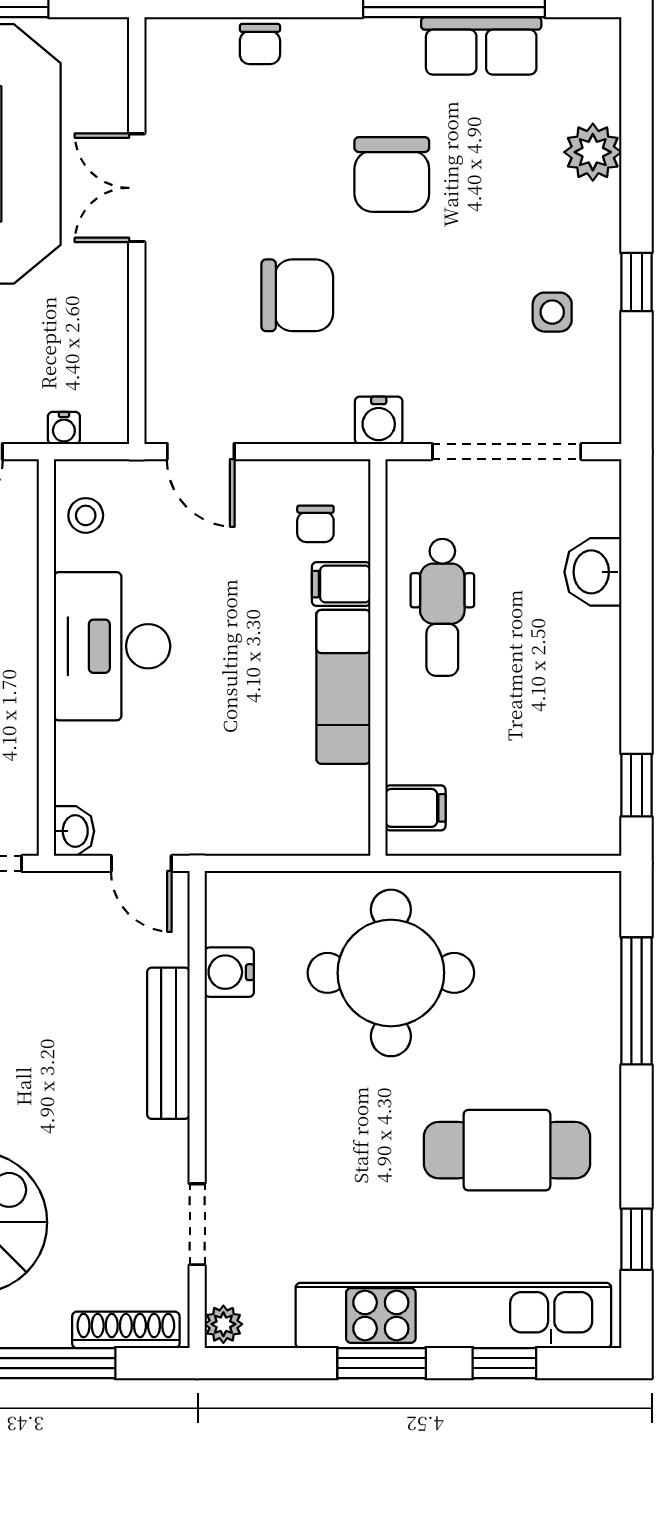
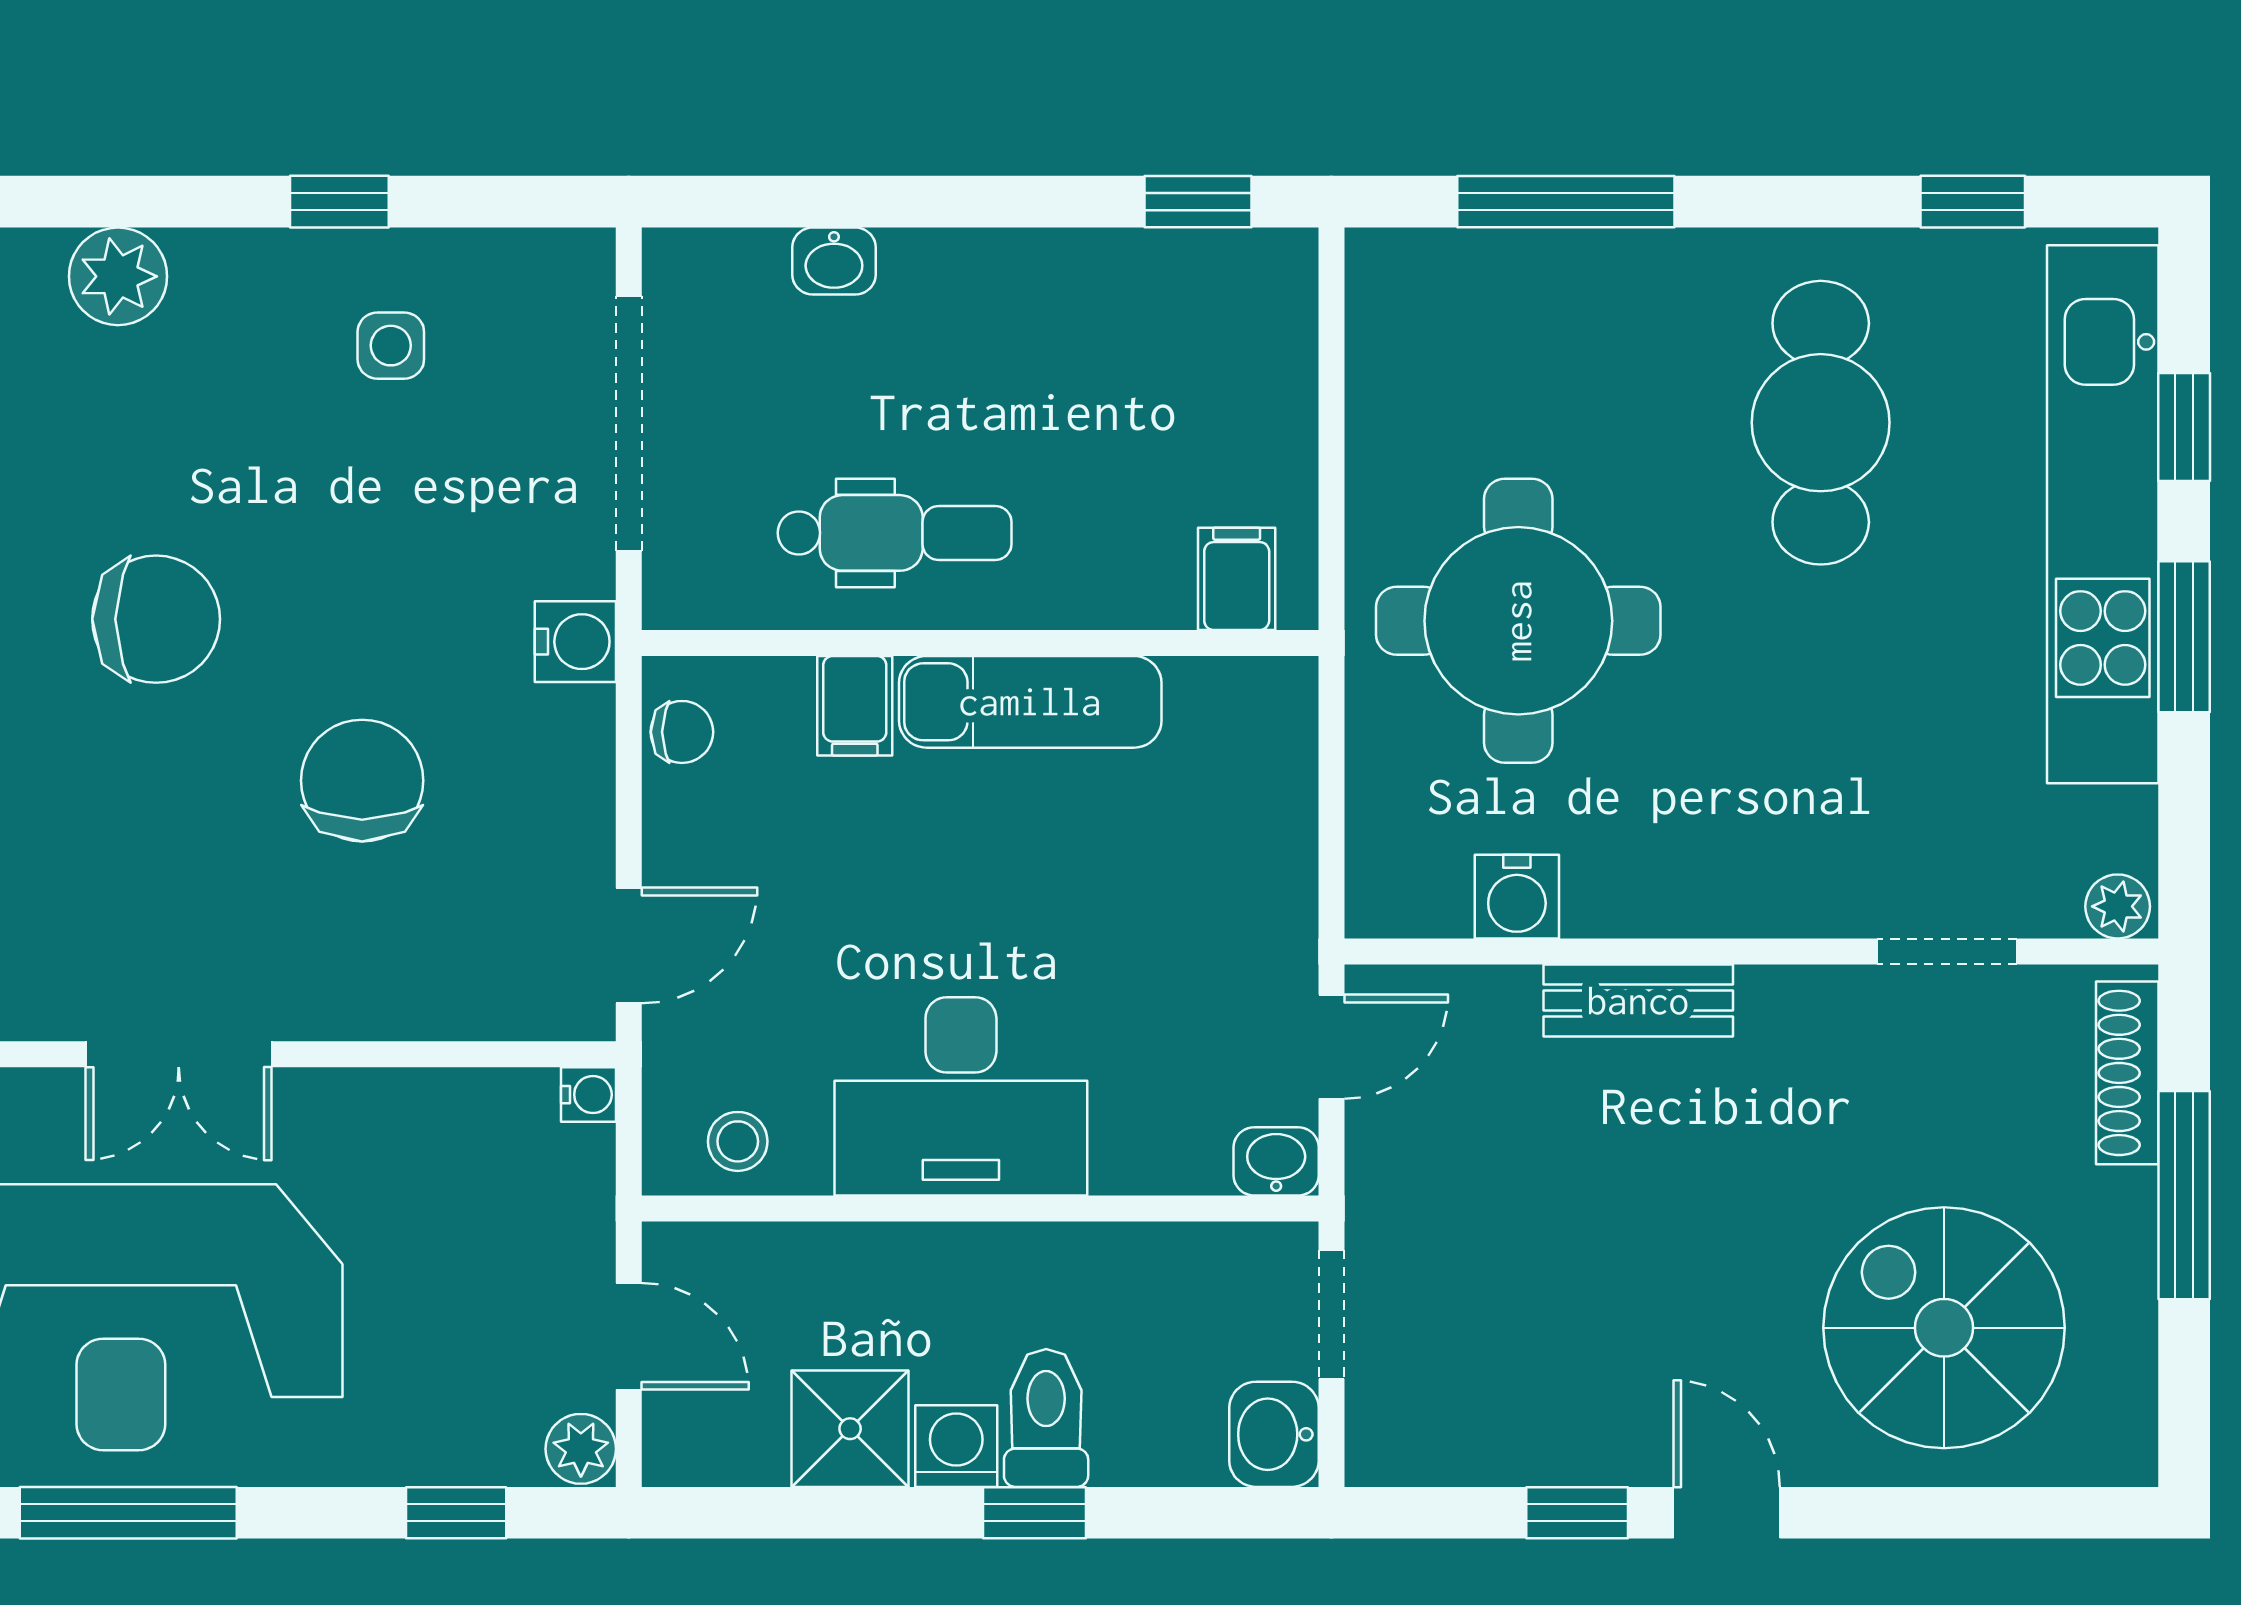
water cooler: (64, 428) -> (589, 1095), moved
chair: (315, 524) -> (682, 732), moved
washbasin: (593, 572) -> (834, 261), width x0.72, depth x0.69
bench: (168, 1043) -> (1638, 1001), width x0.73

